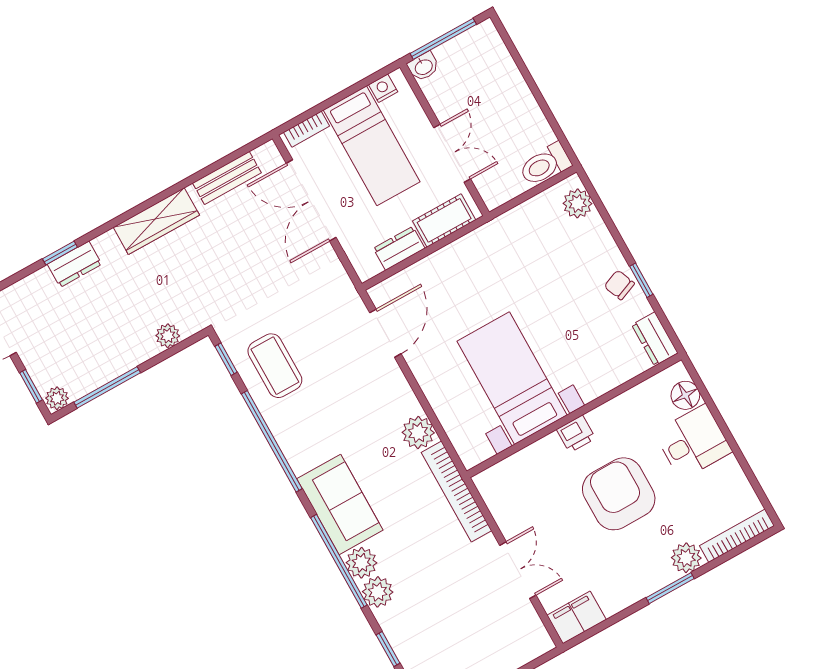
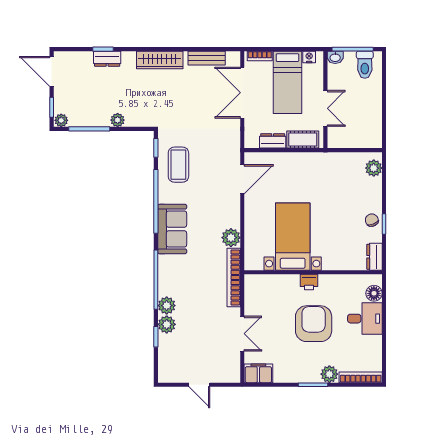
toilet: (545, 165) -> (365, 65), moved, turned -90
plant: (168, 336) -> (118, 120), moved
sofa: (340, 504) -> (172, 229), moved
plant: (361, 563) -> (167, 324), moved

